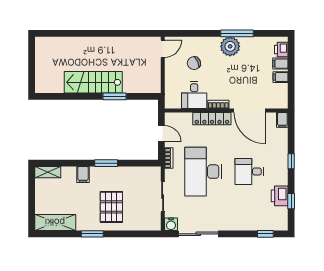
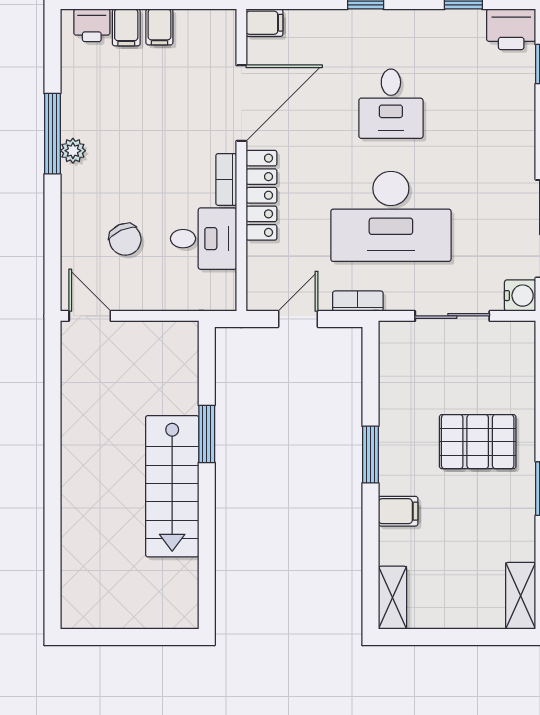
plant: (230, 46) -> (73, 151), width x0.53, depth x0.53
printer: (280, 196) -> (511, 29), moved
shelving: (55, 222) -> (521, 596), width x0.67, depth x0.75

